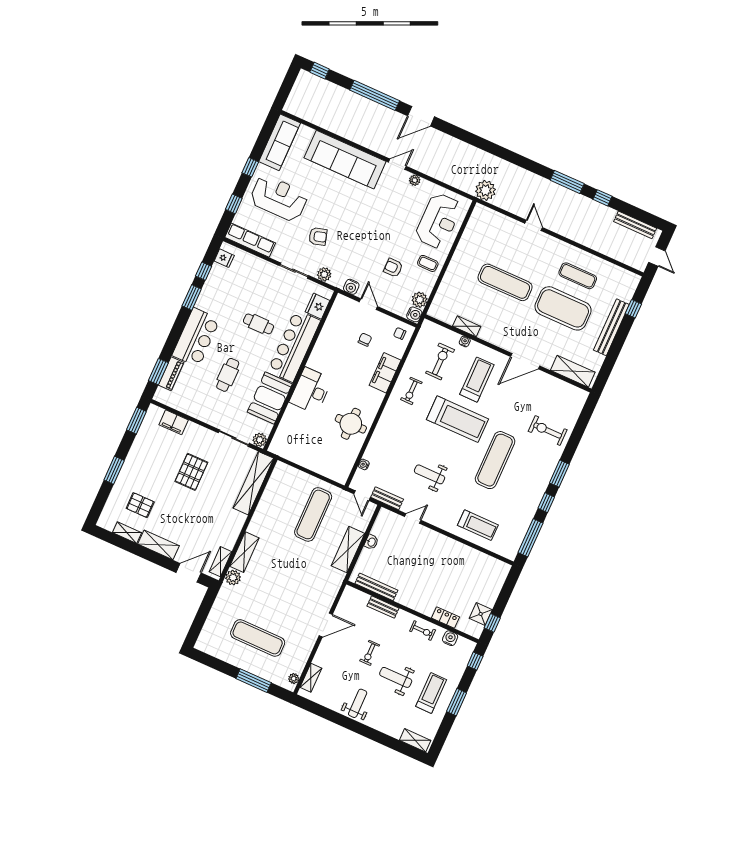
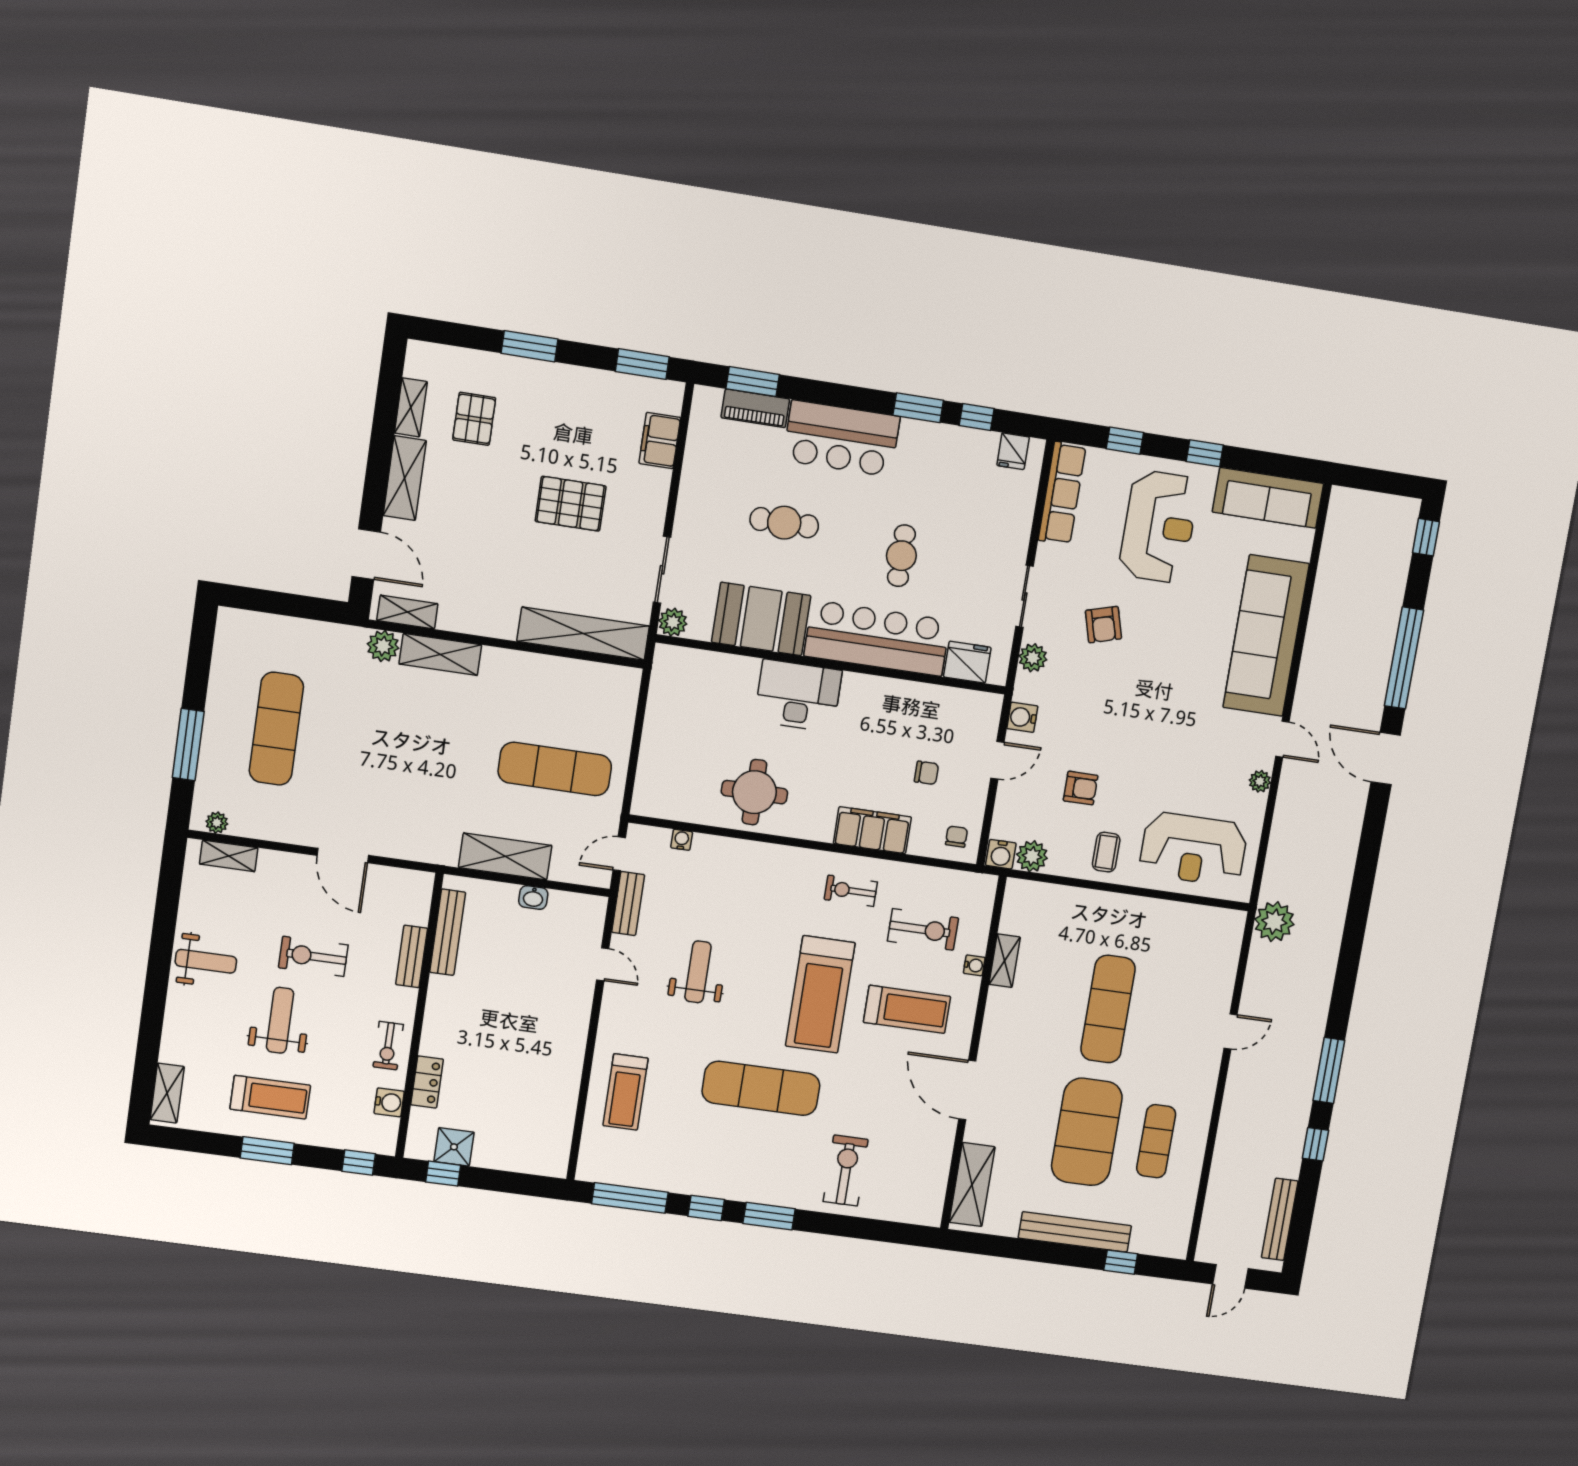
armchair: (393, 268) -> (1081, 788), turned 90
exercise bike: (370, 653) -> (313, 956), width x1.38, depth x1.39

